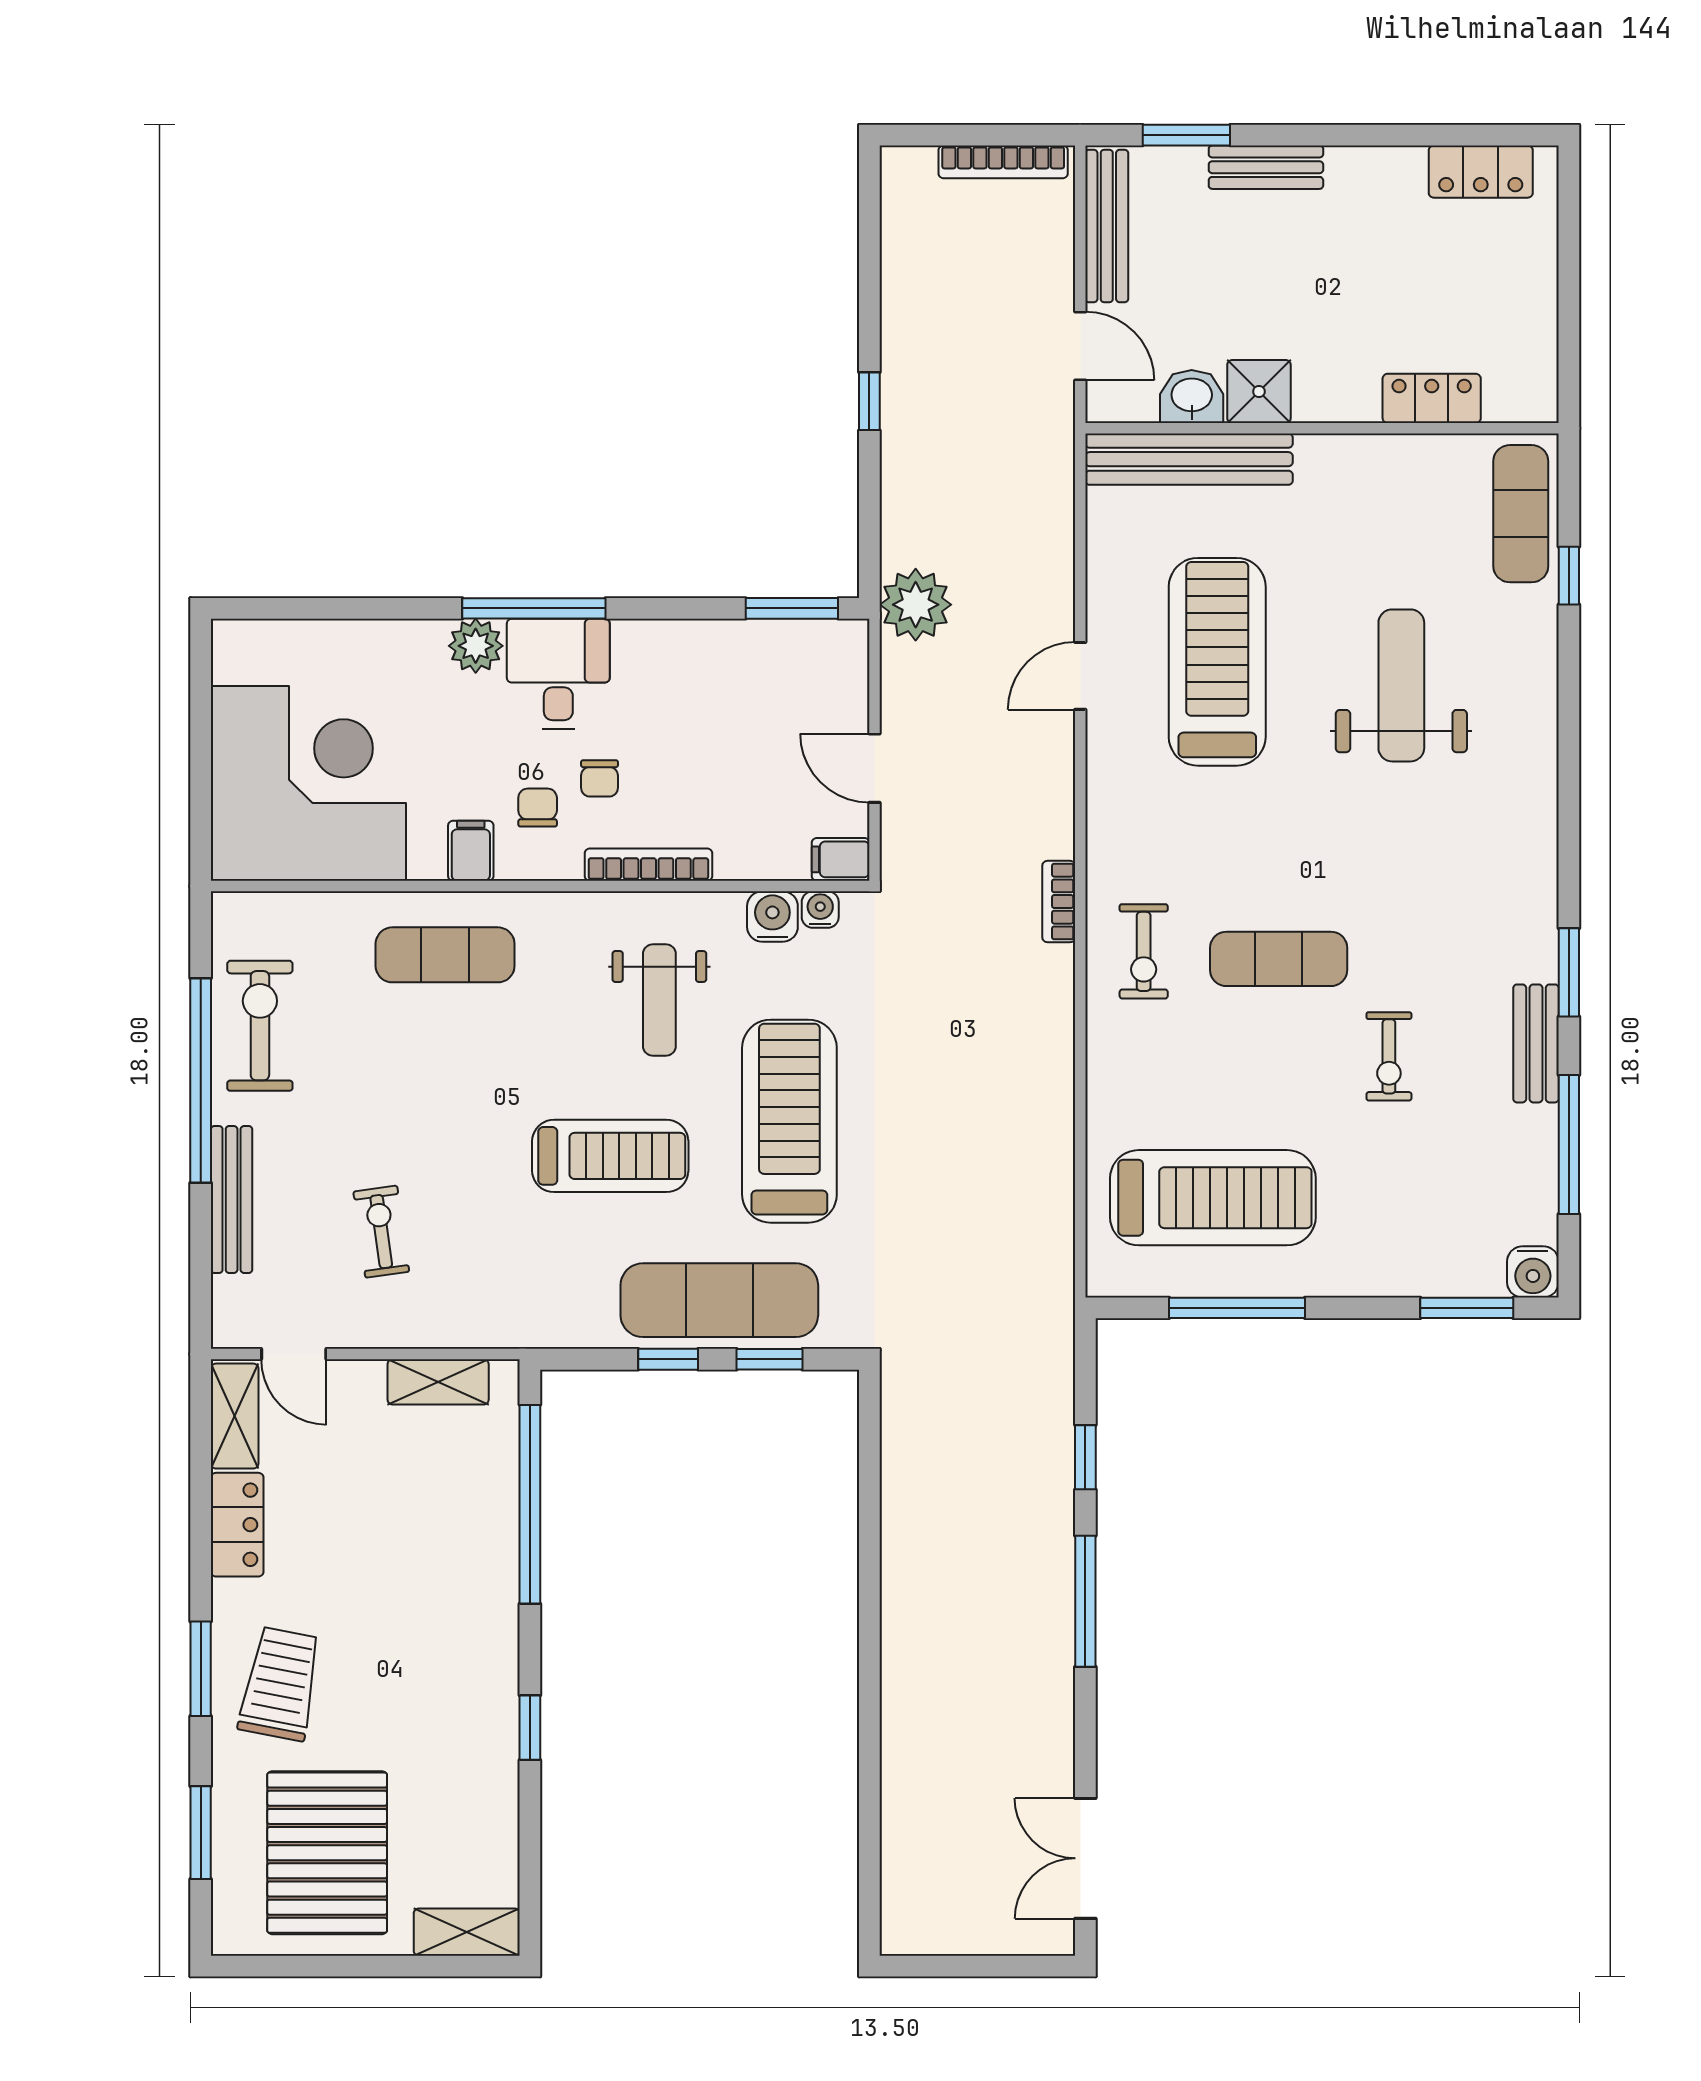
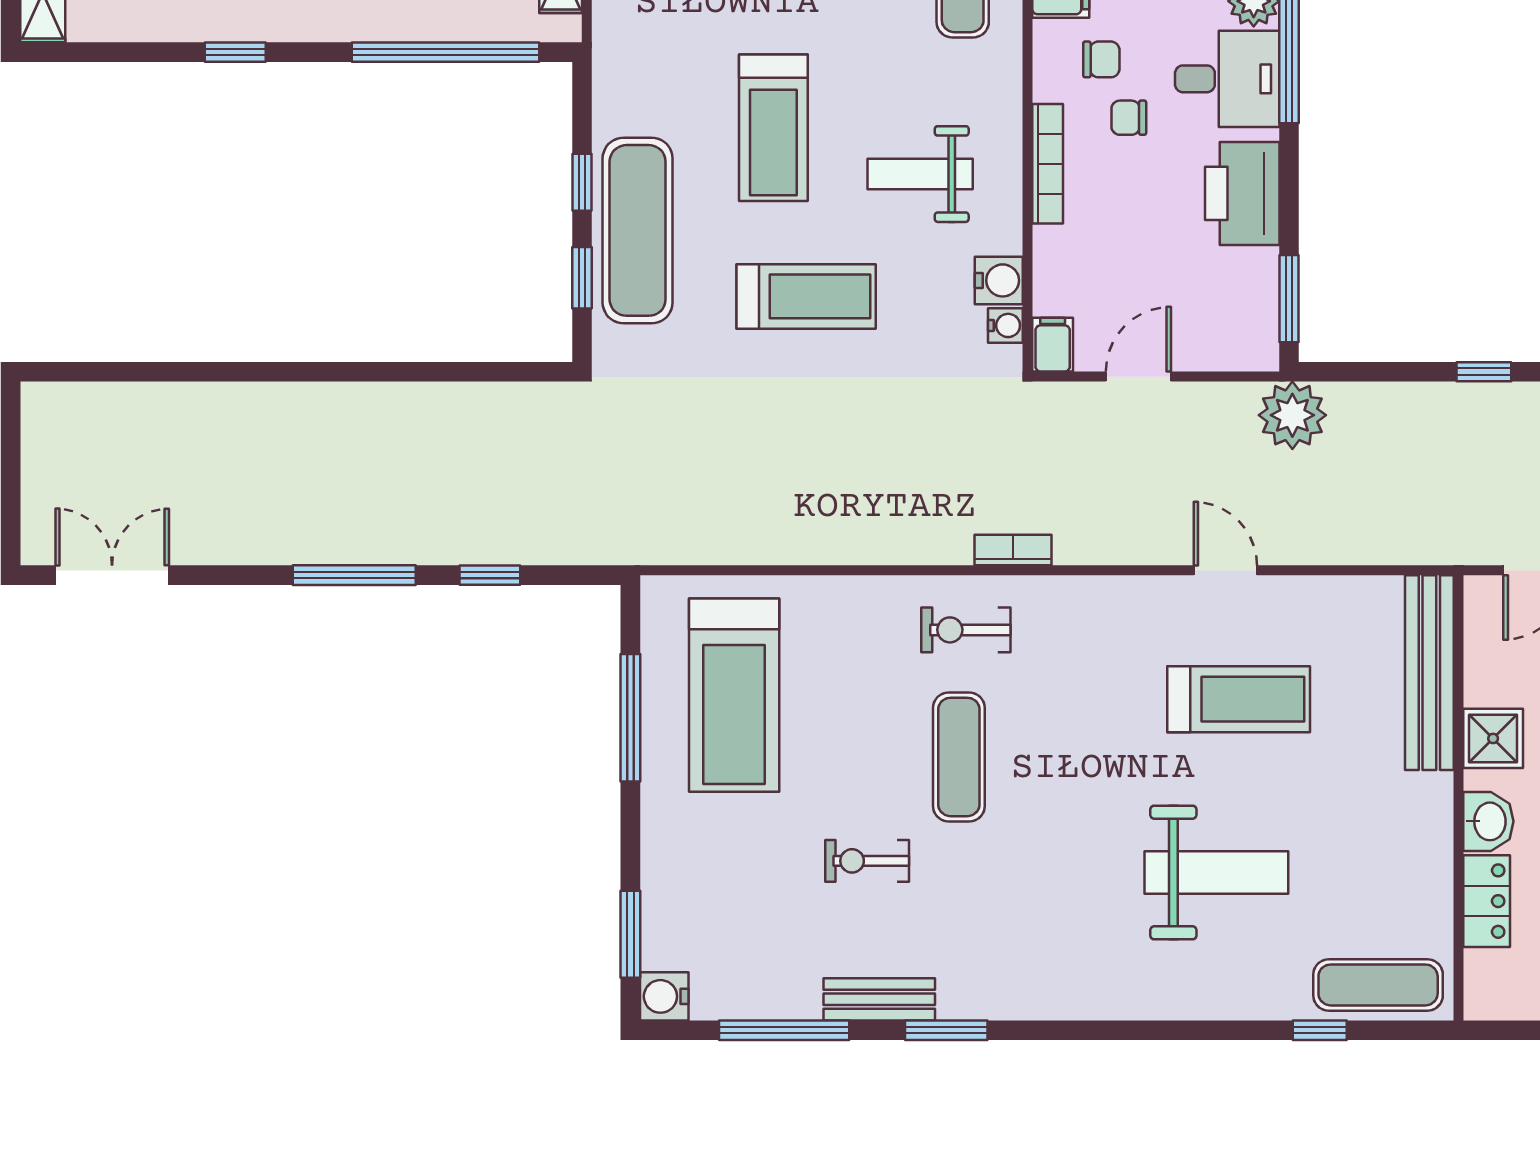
washbasin: (1192, 396) -> (1488, 821), moved
printer: (680, 658) -> (1242, 193), added
treadmill: (1217, 662) -> (1239, 699), width x0.73, depth x0.73
treadmill: (789, 1121) -> (806, 296), width x0.73, depth x0.73

